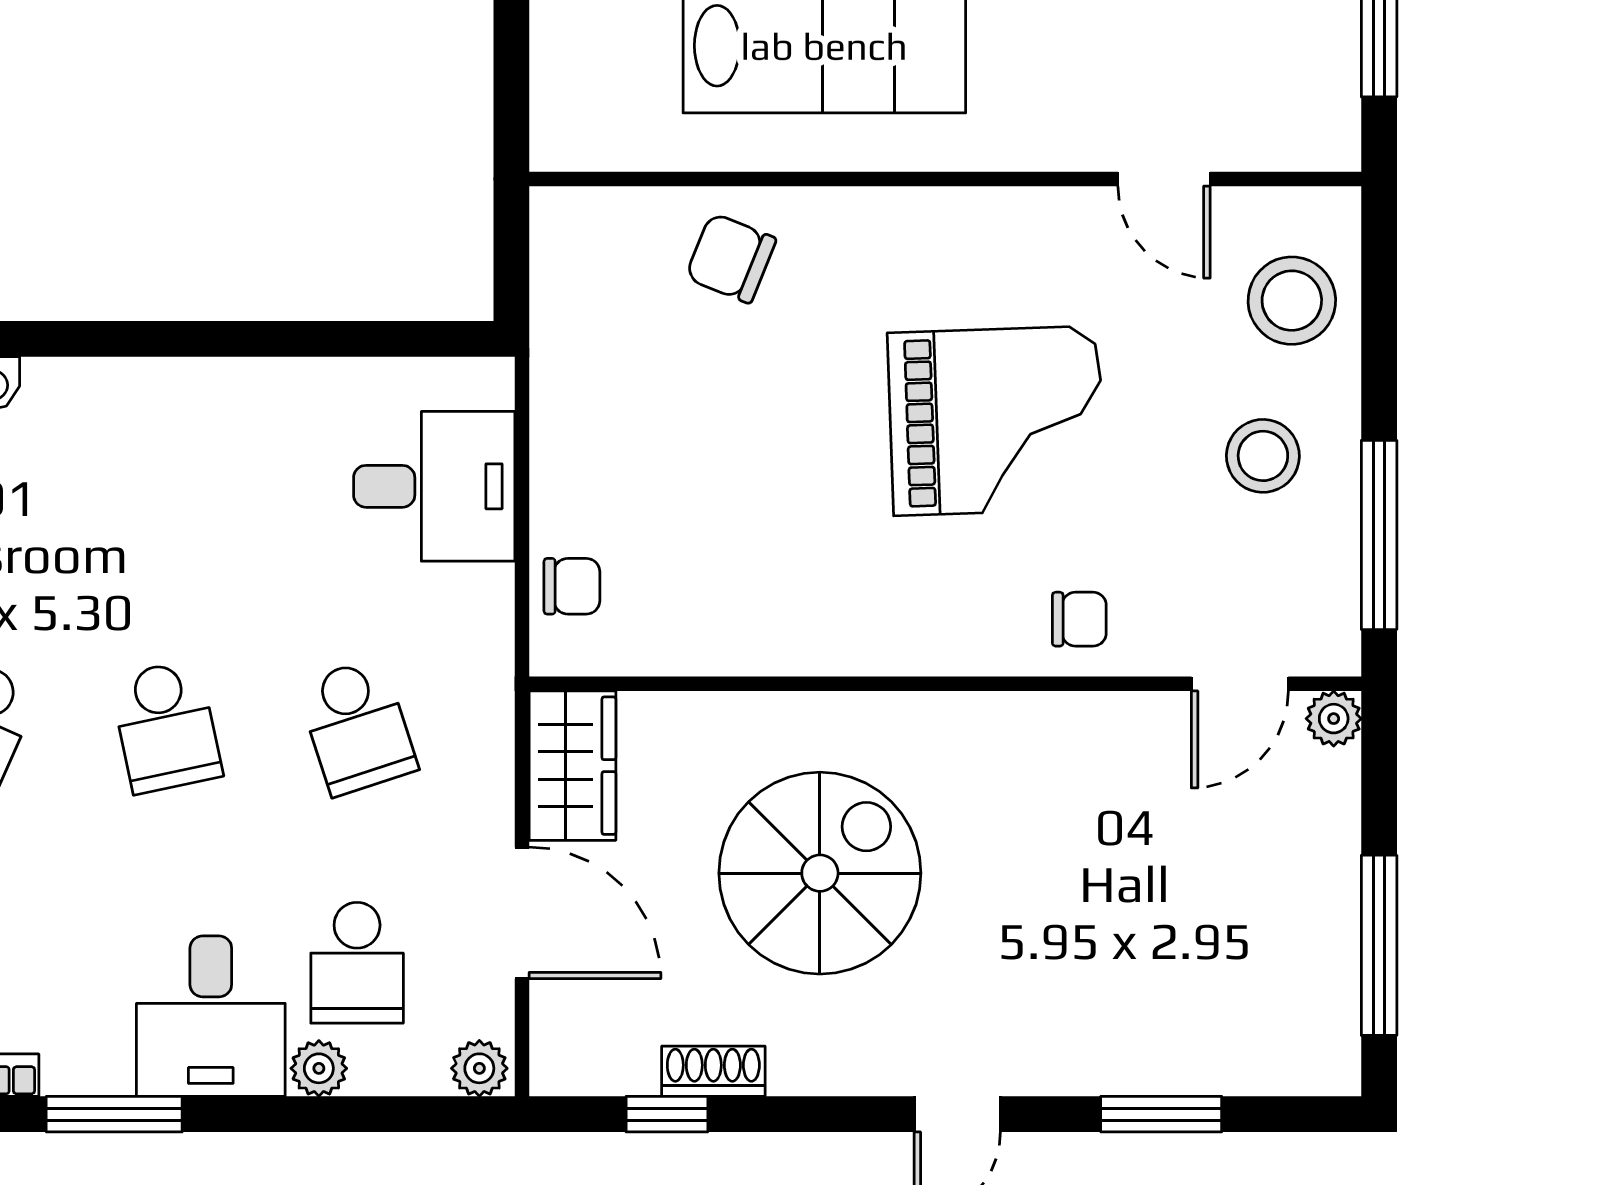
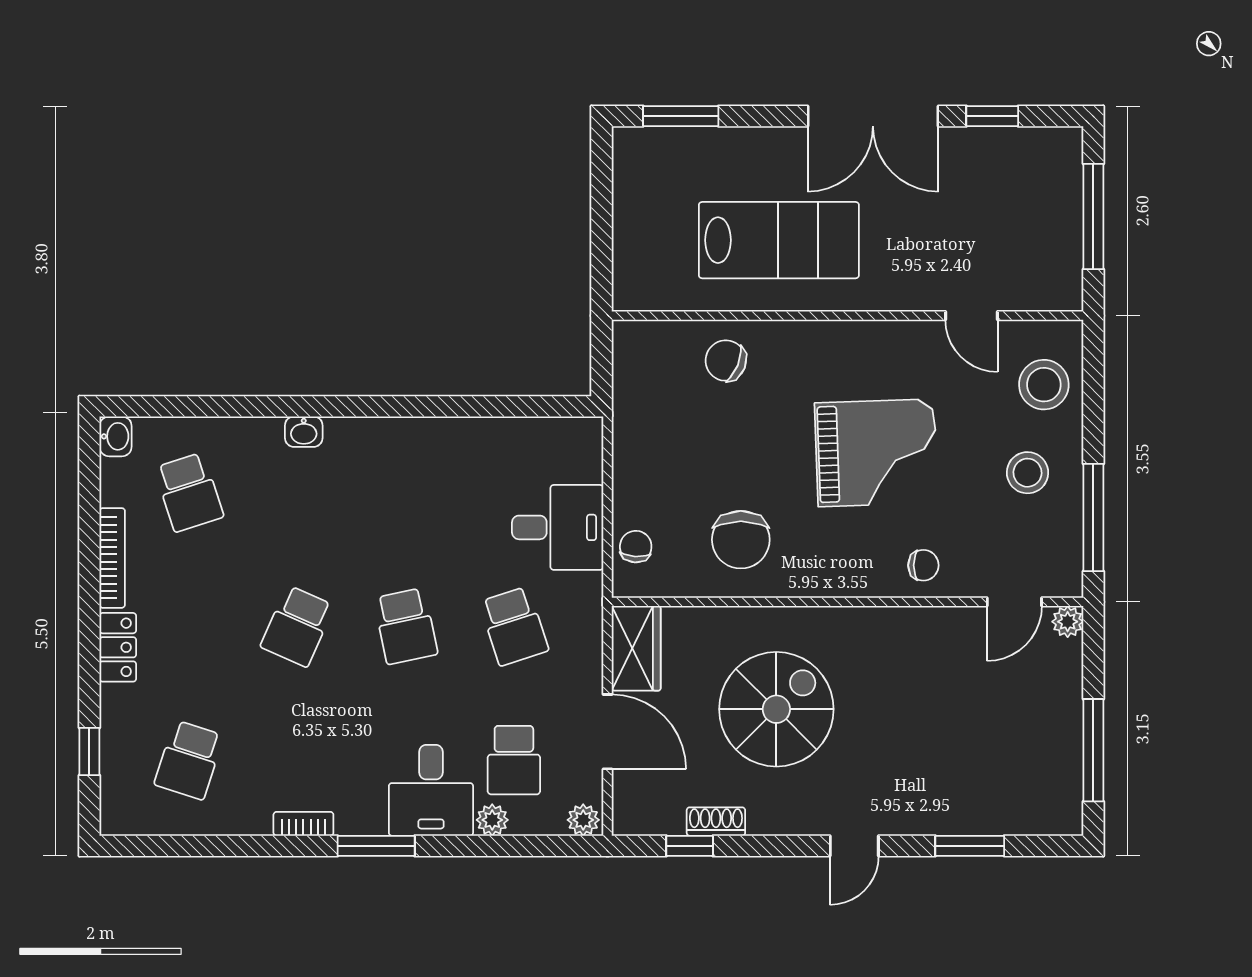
desk: (434, 486) -> (558, 527), moved
chair: (757, 574) -> (741, 540), added
chair: (572, 586) -> (636, 547), turned -86

